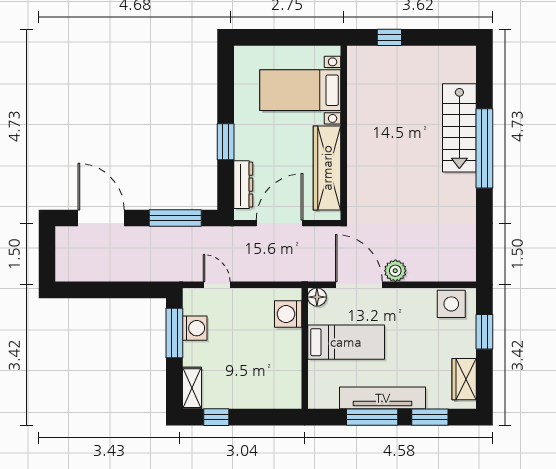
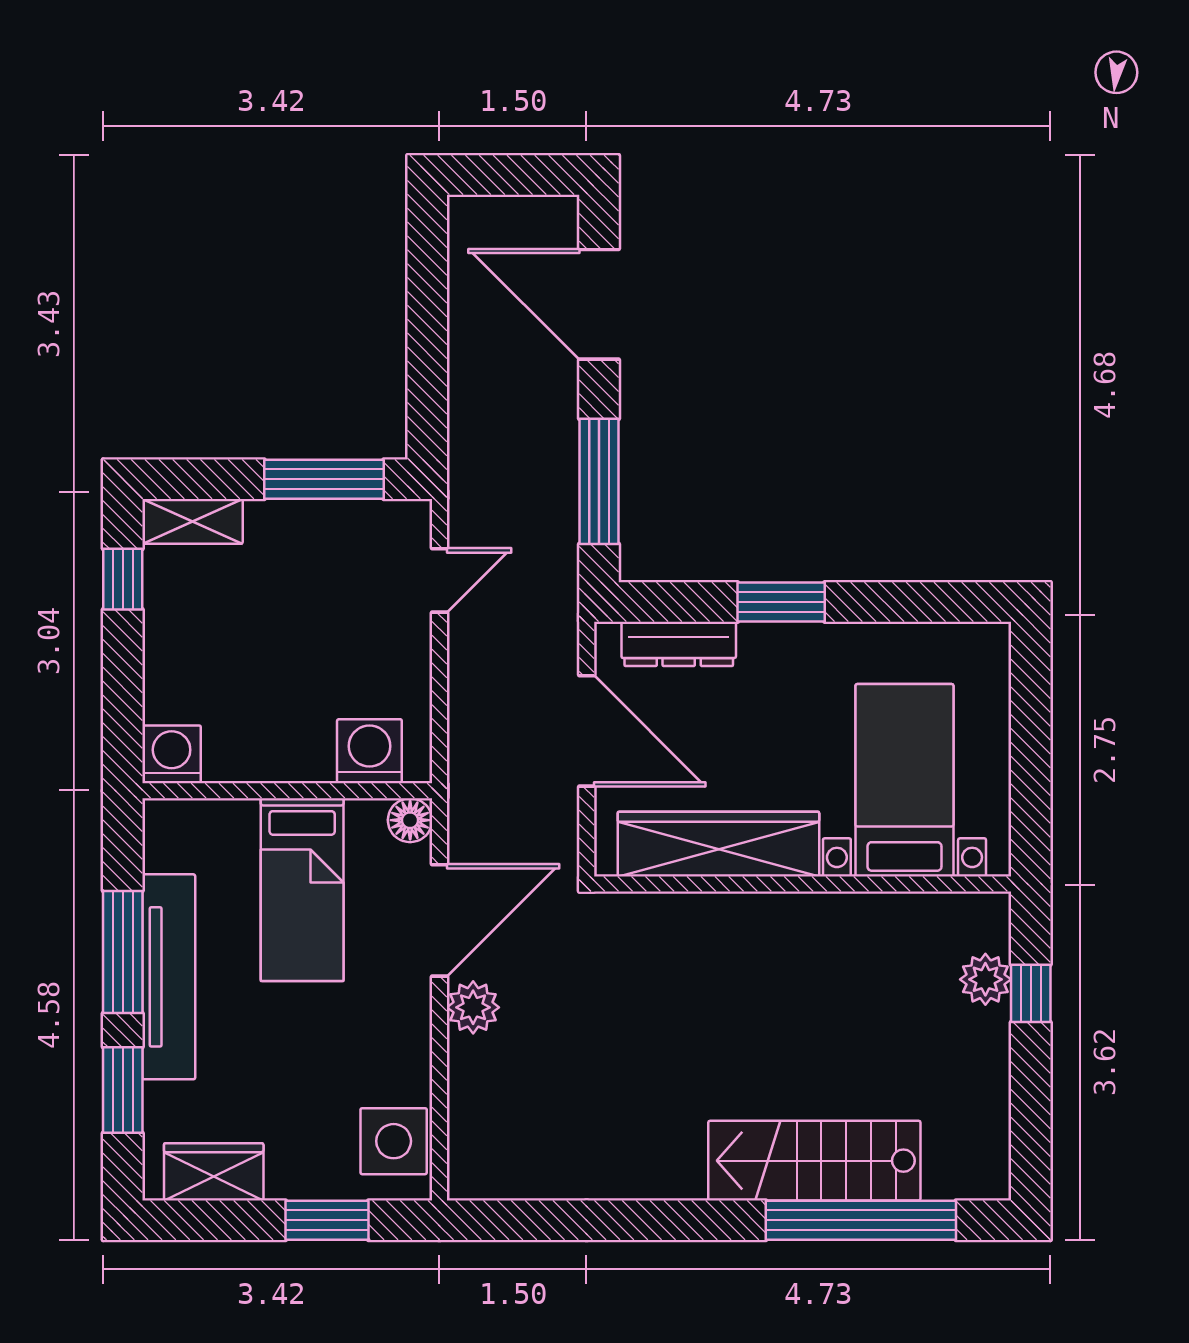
plant: (384, 56) -> (985, 979), added
window: (484, 148) -> (861, 1220), moved
door: (101, 218) -> (599, 304), swing flipped
washing machine: (195, 328) -> (172, 754), moved, turned 180

